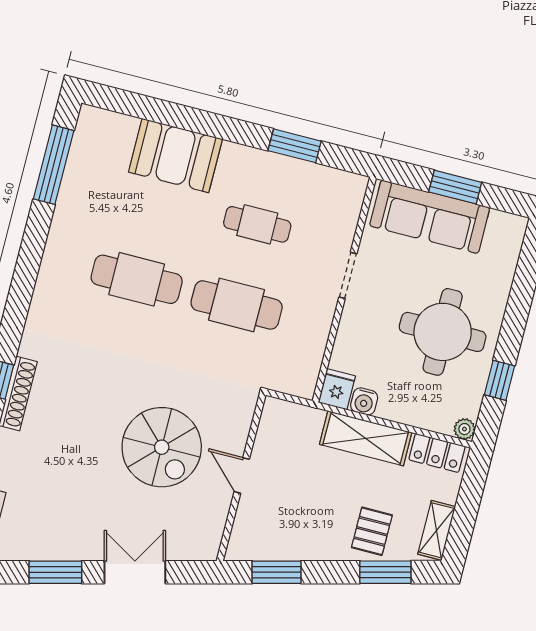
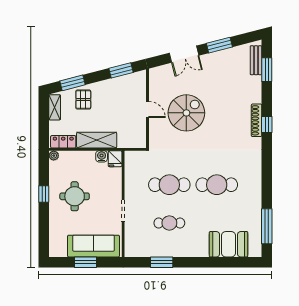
booth: (175, 155) -> (229, 244), moved
round table: (443, 332) -> (75, 196), width x0.73, depth x0.73
window: (500, 380) -> (44, 194), moved
spiral stairs: (162, 447) -> (186, 113), turned 90

